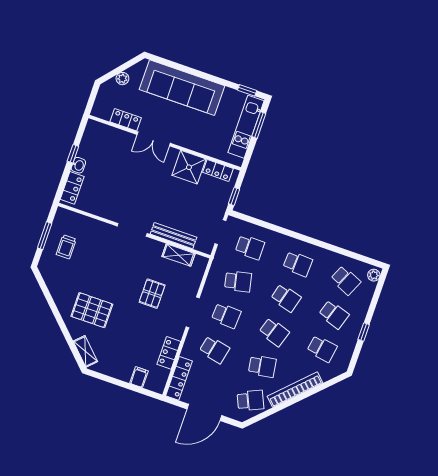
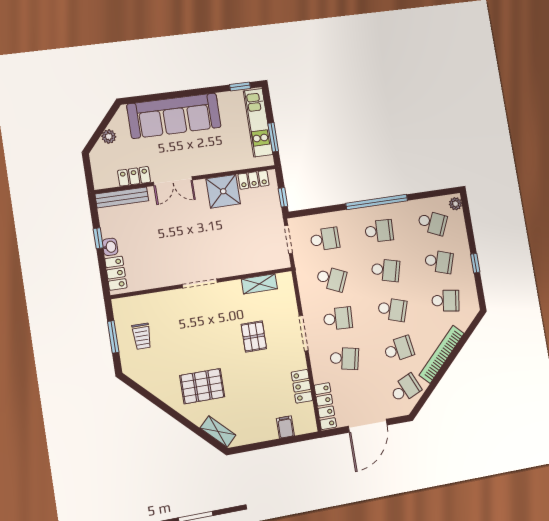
window: (259, 125) -> (273, 137), moved
bench: (174, 236) -> (122, 197), moved
window: (309, 240) -> (377, 202), added
school desk: (238, 281) -> (331, 279), turned 36

